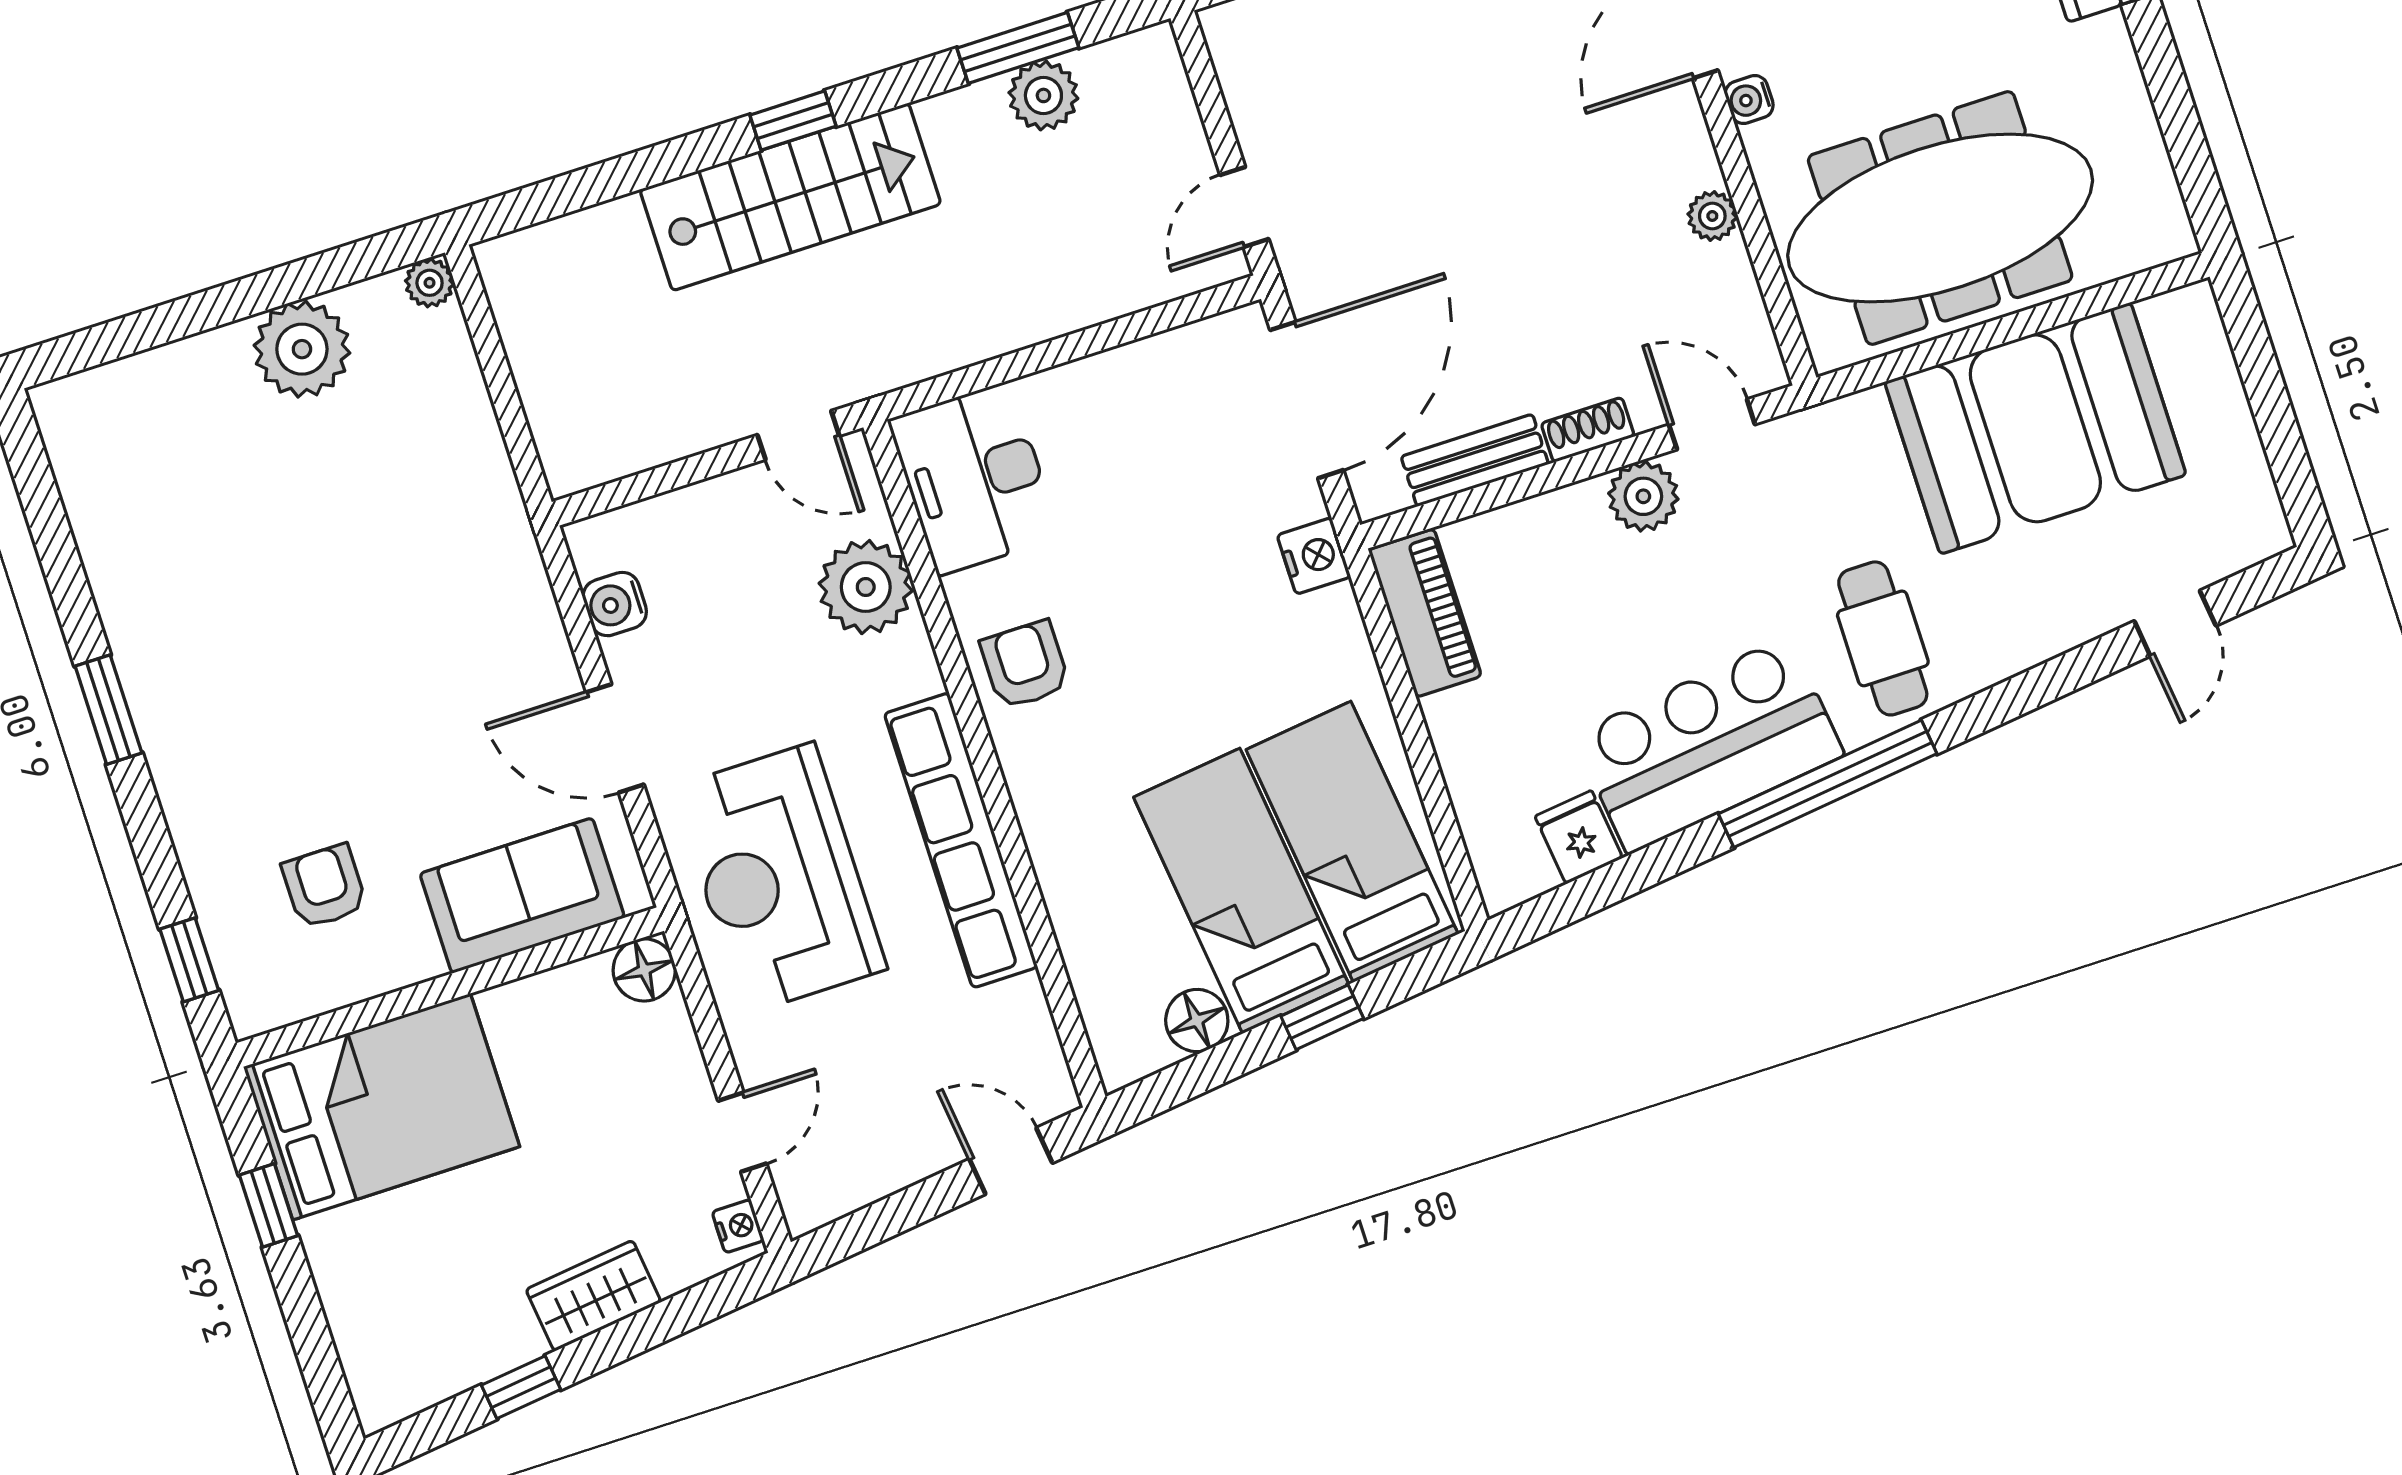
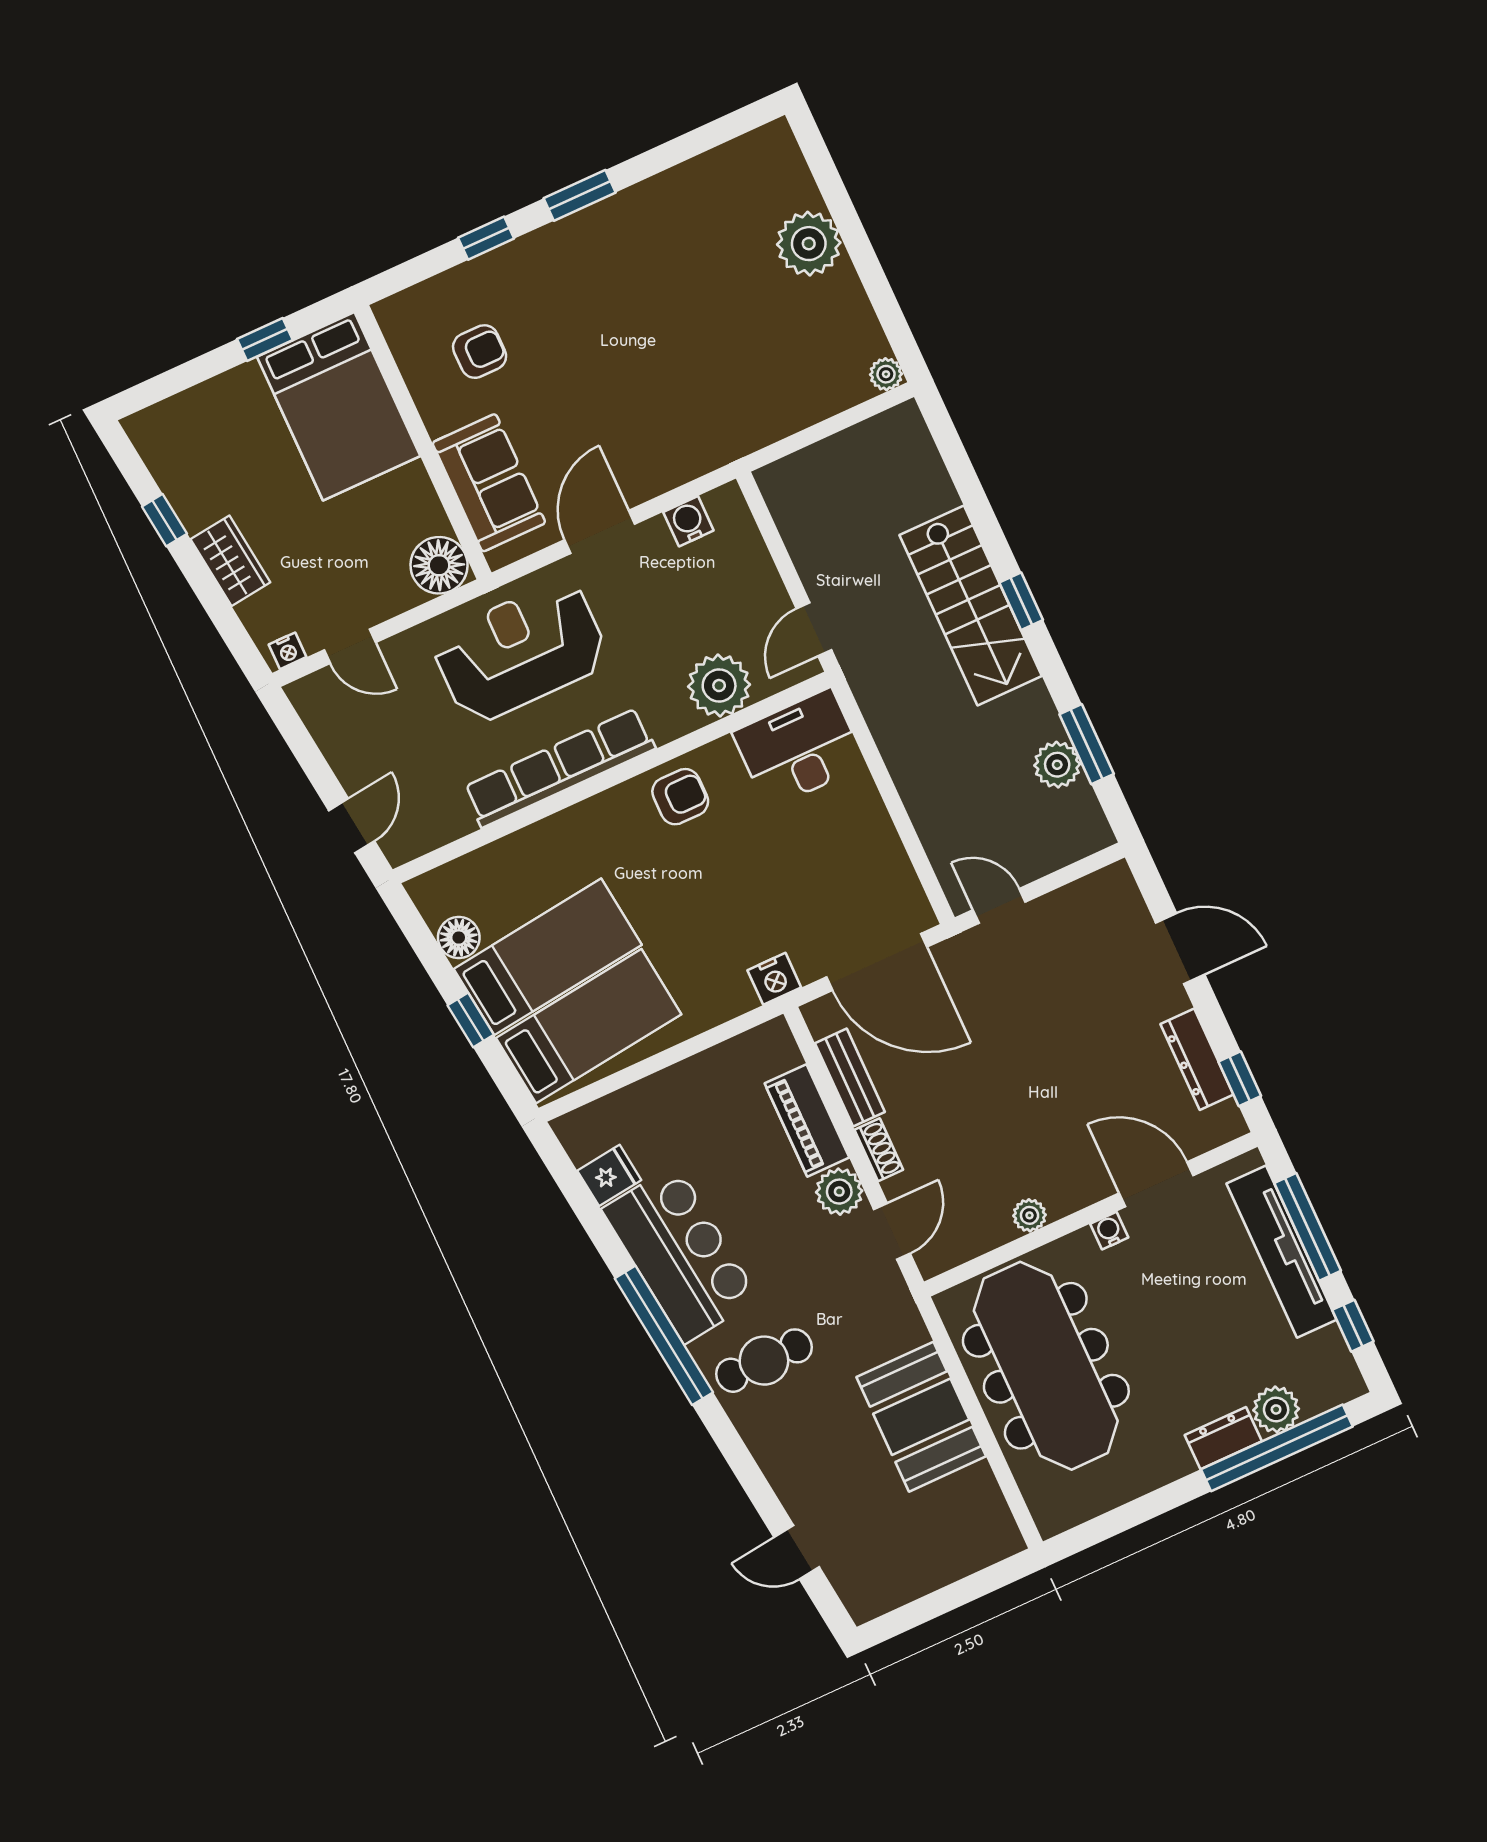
plant: (302, 349) -> (809, 244), moved
booth: (2035, 428) -> (921, 1417), width x0.73, depth x0.70
piano: (1425, 613) -> (807, 1120), moved, turned 90
window: (189, 960) -> (486, 238), moved
floor lamp: (644, 970) -> (439, 565), width x1.38, depth x1.38

